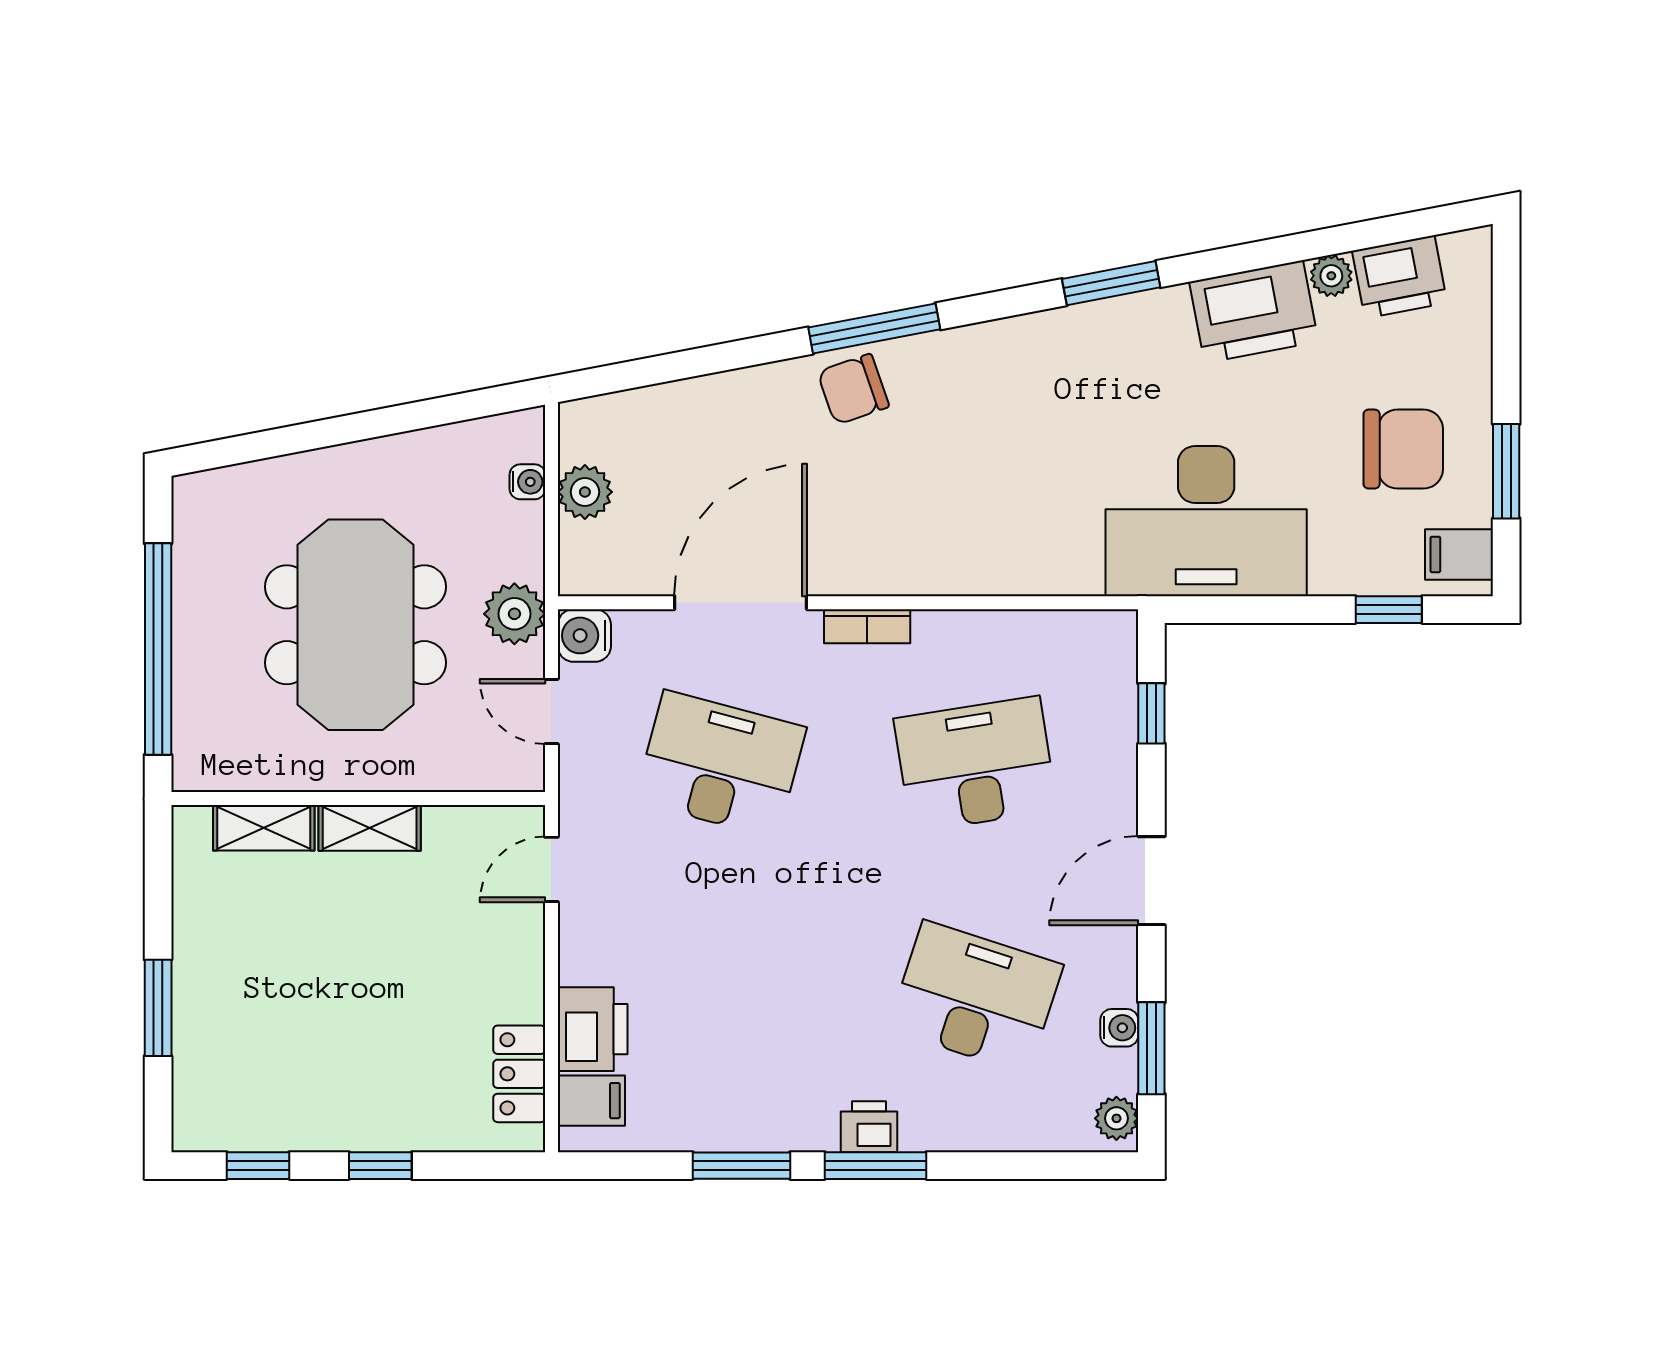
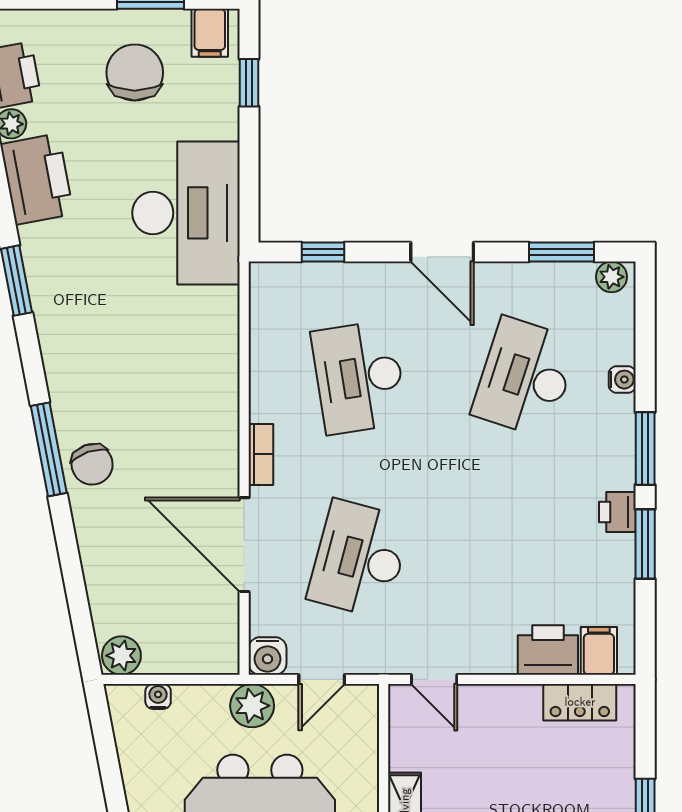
plant: (585, 492) -> (121, 656), moved
water cooler: (1119, 1028) -> (622, 380), moved, turned 90
printer: (869, 1127) -> (617, 512), moved

